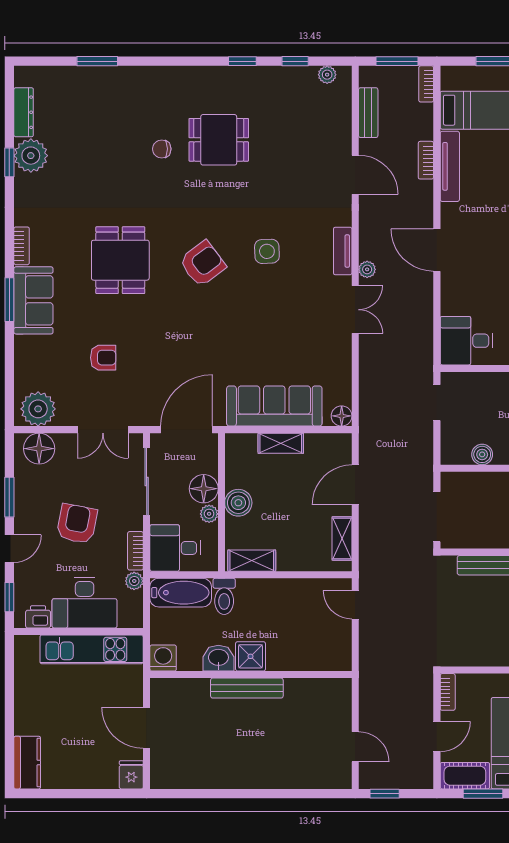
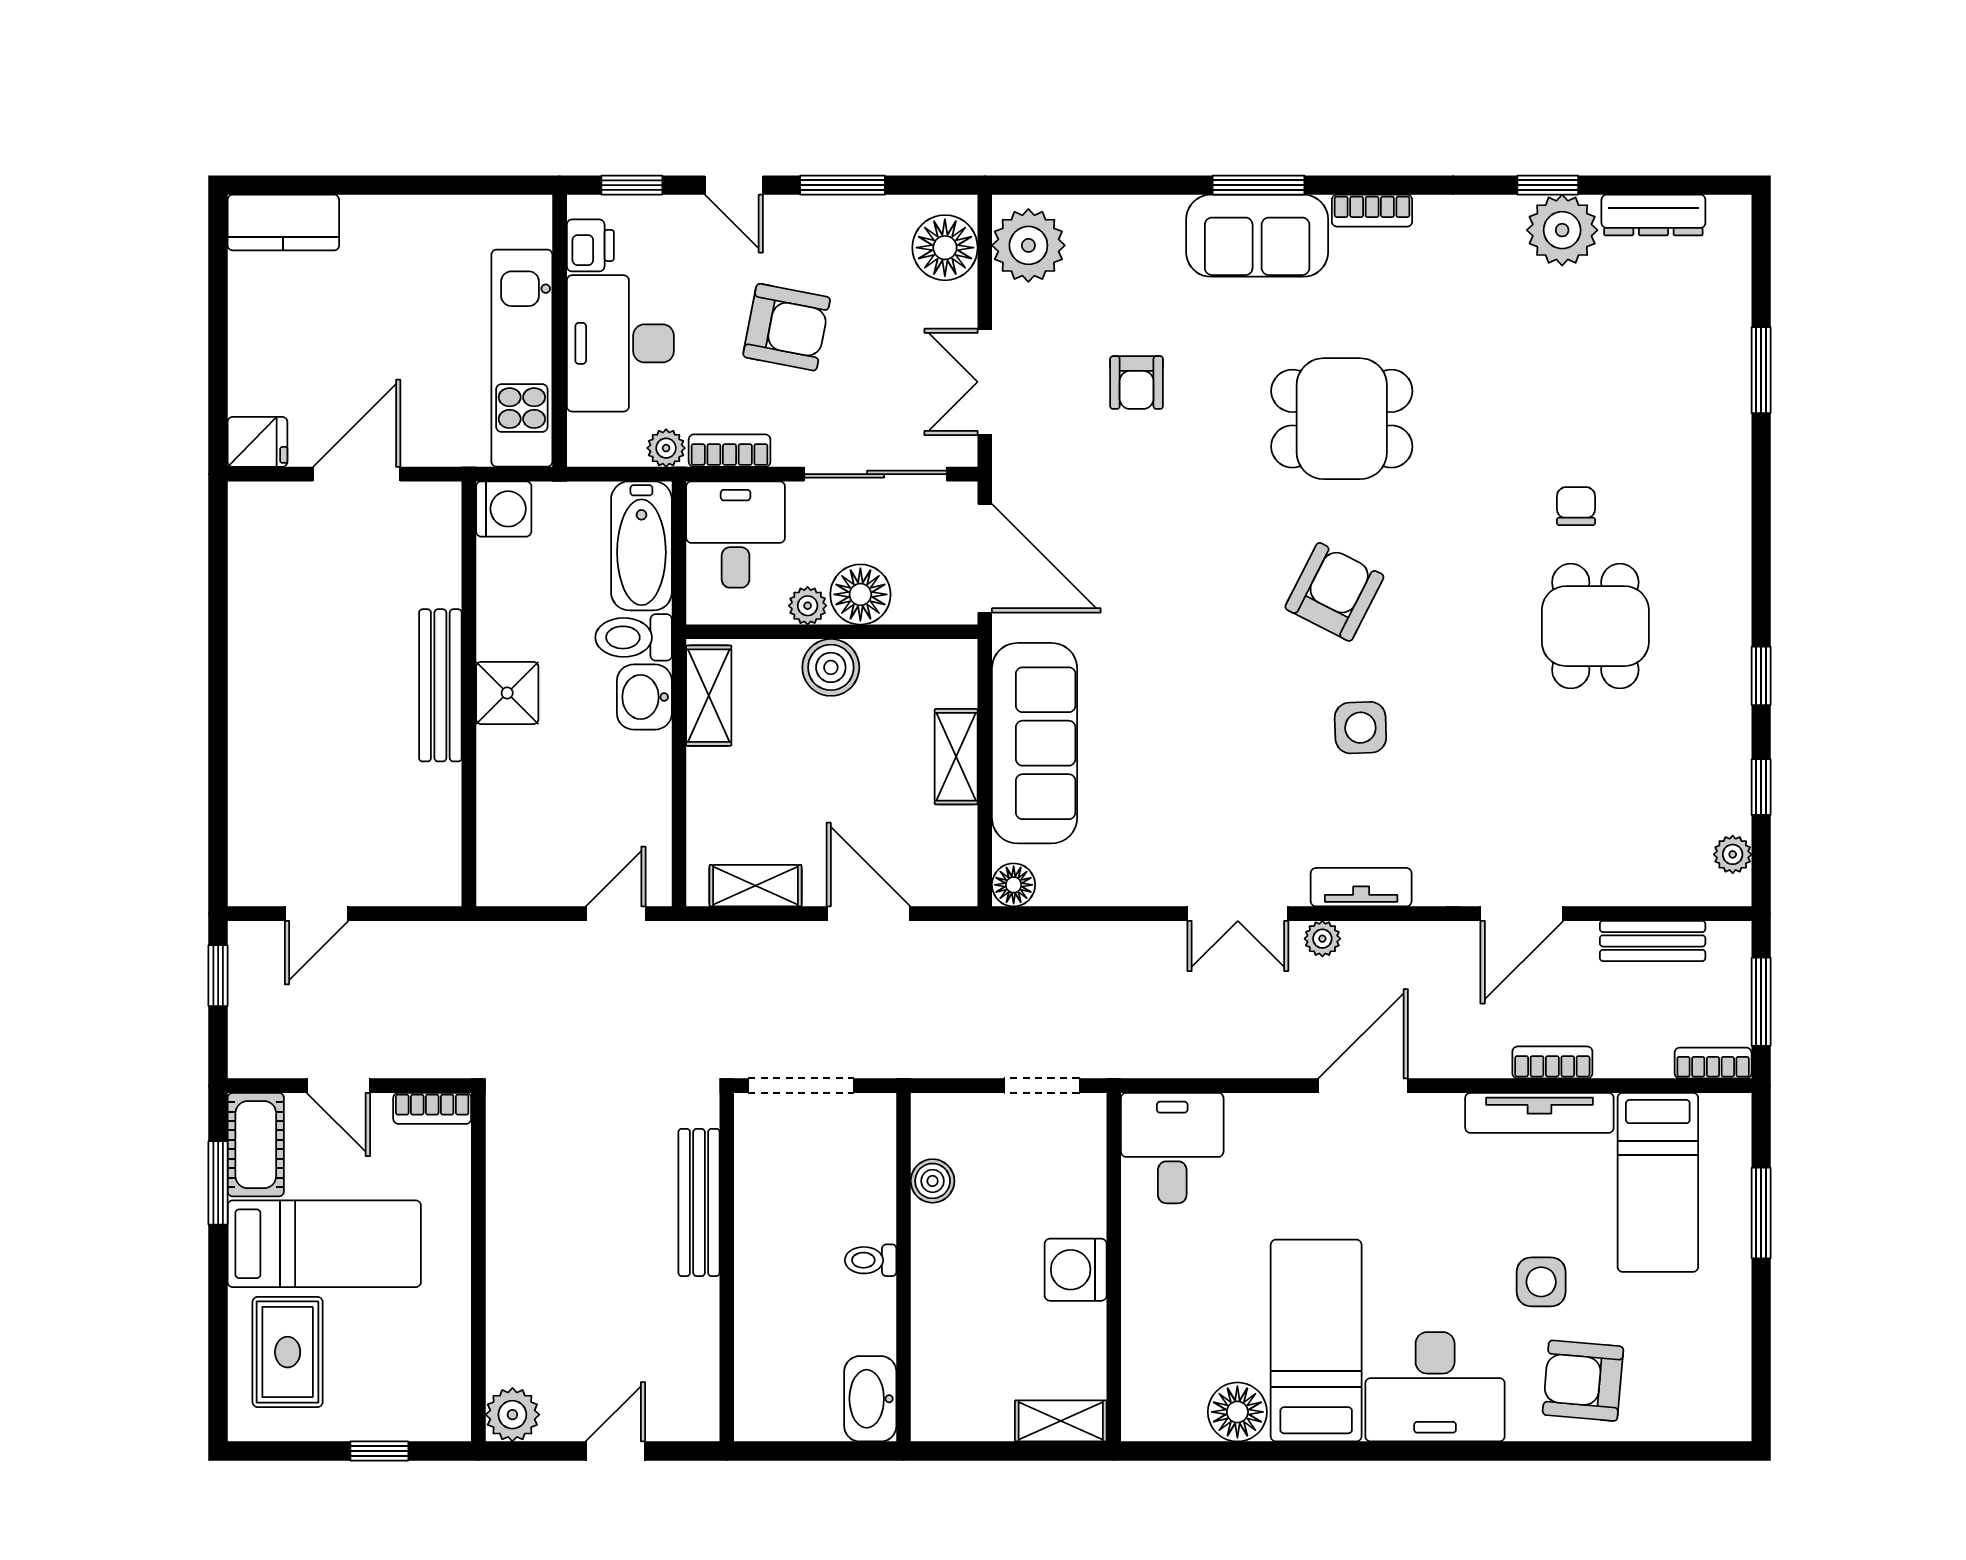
armchair: (203, 264) -> (1334, 592), turned -116
washbasin: (218, 658) -> (644, 697), moved, turned 180

